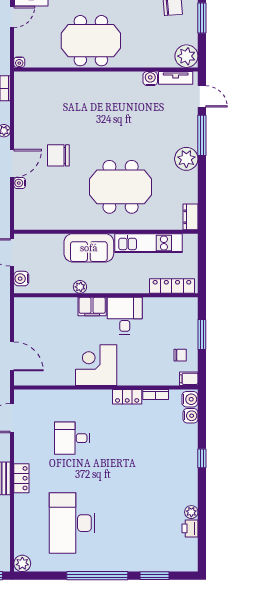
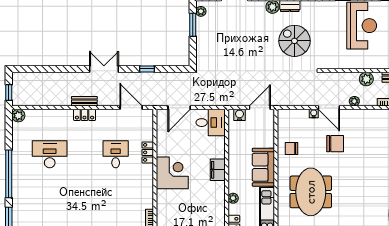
chair: (58, 155) -> (335, 144), turned 90
chair: (65, 212) -> (291, 149), added
plant: (80, 287) -> (233, 198), moved
desk: (125, 316) -> (211, 123), moved
locker: (127, 397) -> (148, 152), moved
desk: (72, 523) -> (50, 154), width x0.73, depth x0.77

